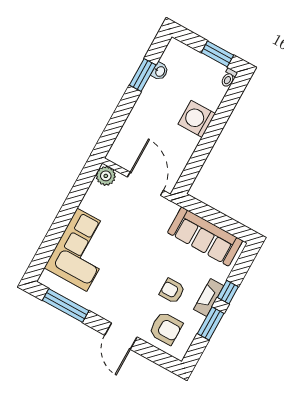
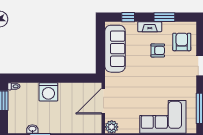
armchair: (172, 291) -> (158, 50), turned -90
window: (228, 292) -> (128, 17), moved

